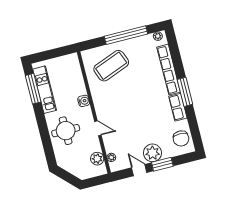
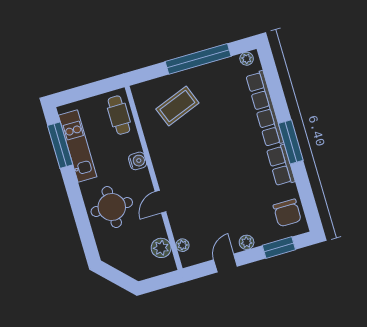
coffee table: (111, 66) -> (177, 106), width x0.73, depth x0.76
cafe table: (72, 70) -> (119, 115), added
door: (98, 128) -> (161, 202), swing flipped
plant: (152, 153) -> (247, 242), width x0.53, depth x0.53
window: (162, 164) -> (279, 248), moved
door: (139, 170) -> (225, 263), hinge flipped

